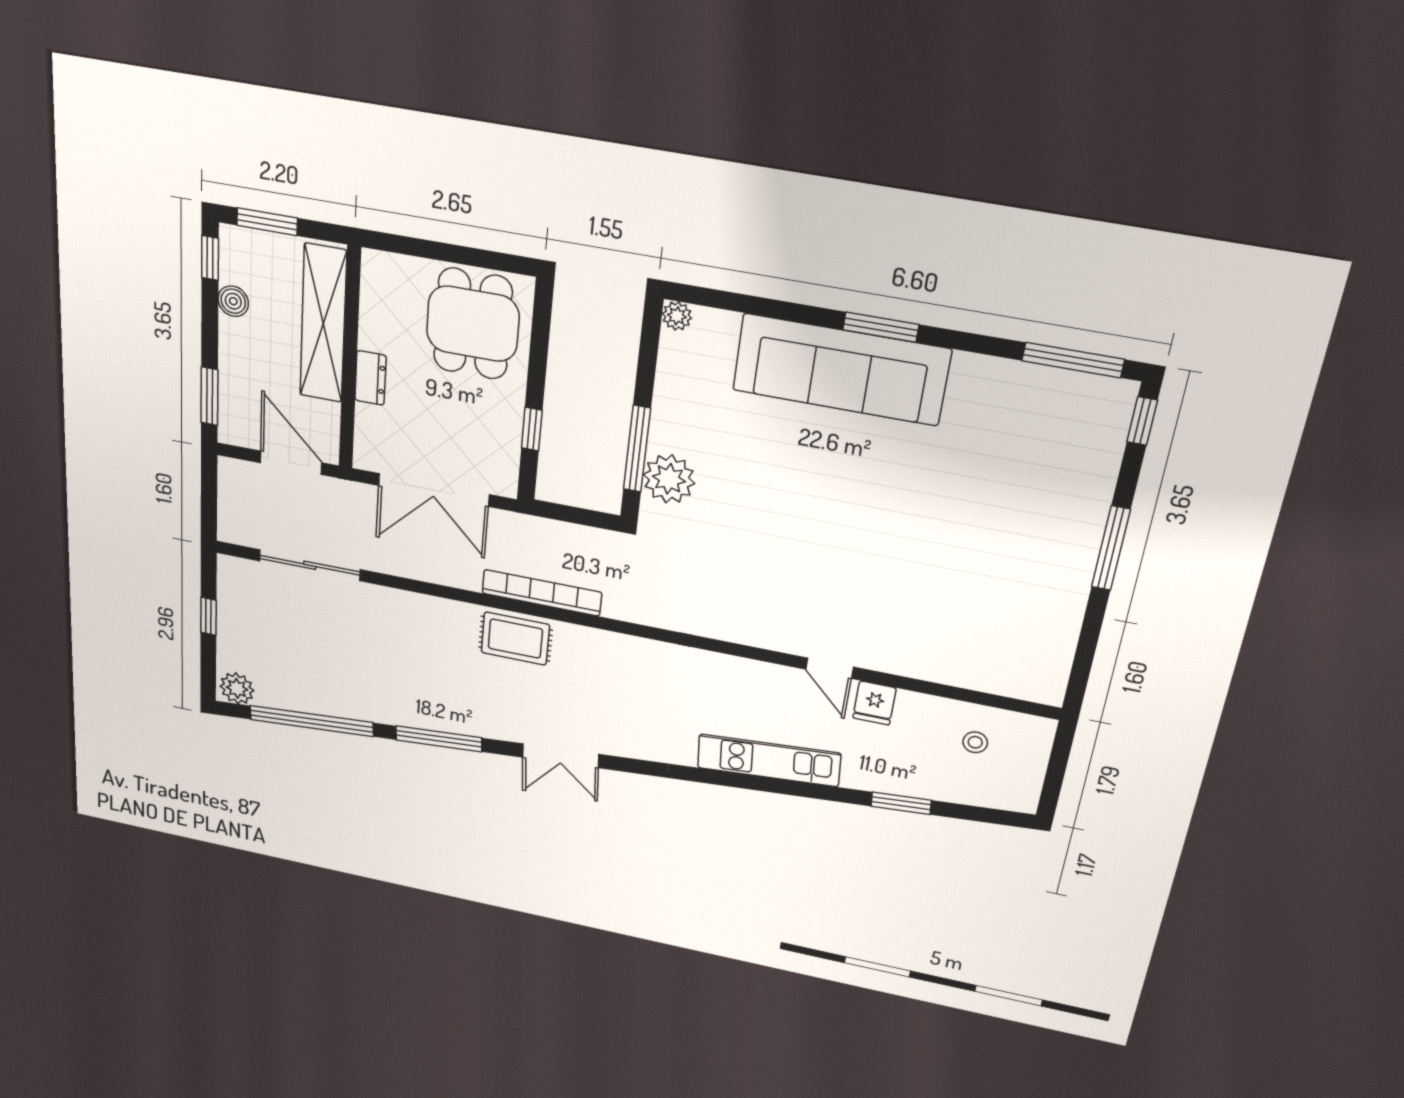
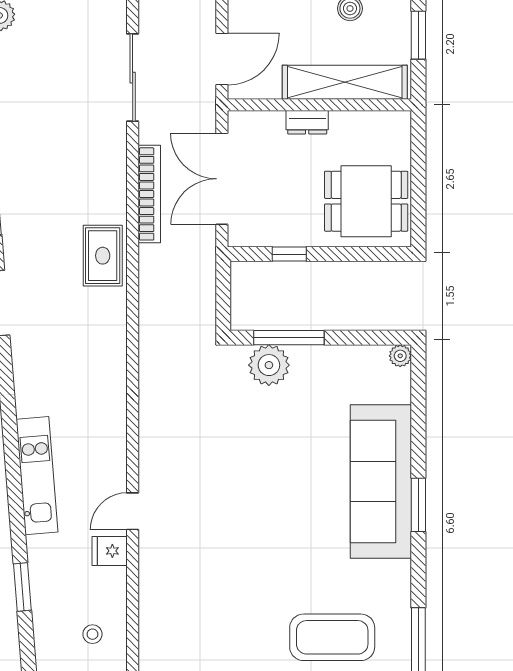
coffee table: (1040, 468) -> (332, 637), added
bookcase: (542, 593) -> (149, 194), moved

